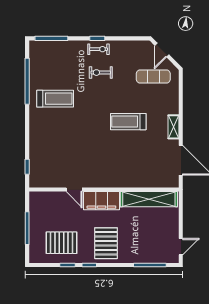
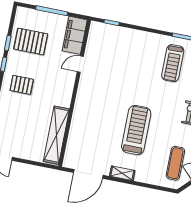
treadmill: (128, 122) -> (136, 130), width x1.37, depth x1.38
filing cabinet: (101, 201) -> (75, 35), moved
pallet: (62, 243) -> (31, 41), turned 90
pallet: (106, 243) -> (22, 85), width x0.67, depth x0.71

